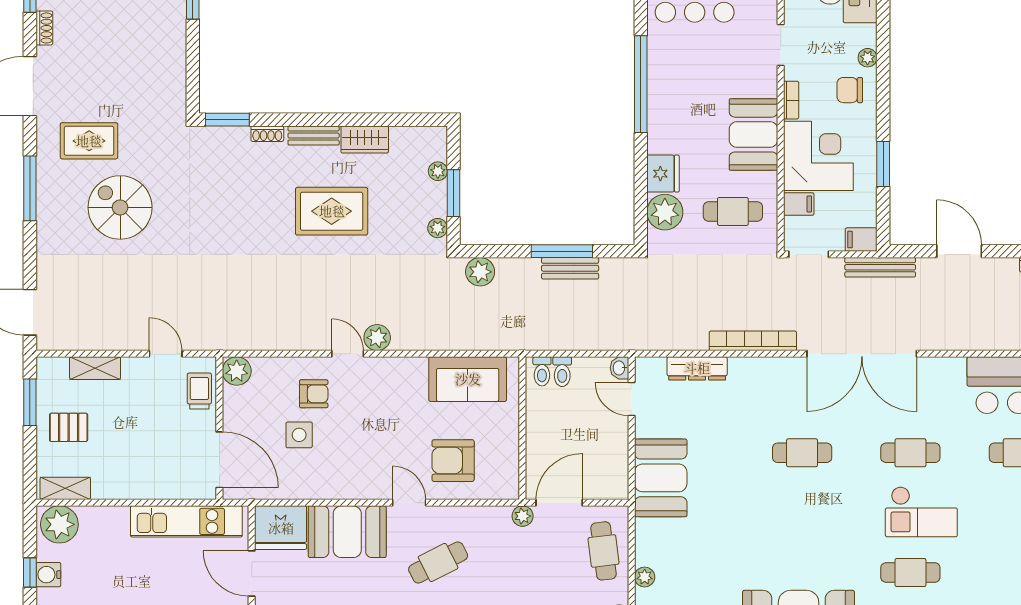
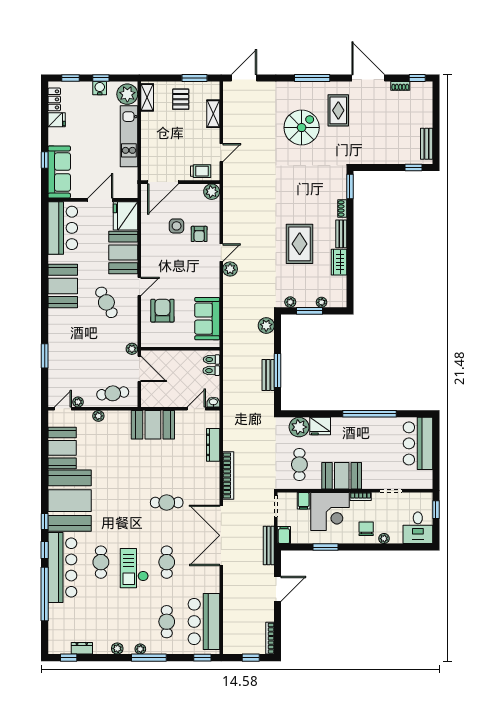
cafe table: (802, 453) -> (167, 503), turned 90
kitchen unit: (186, 521) -> (129, 136), moved

